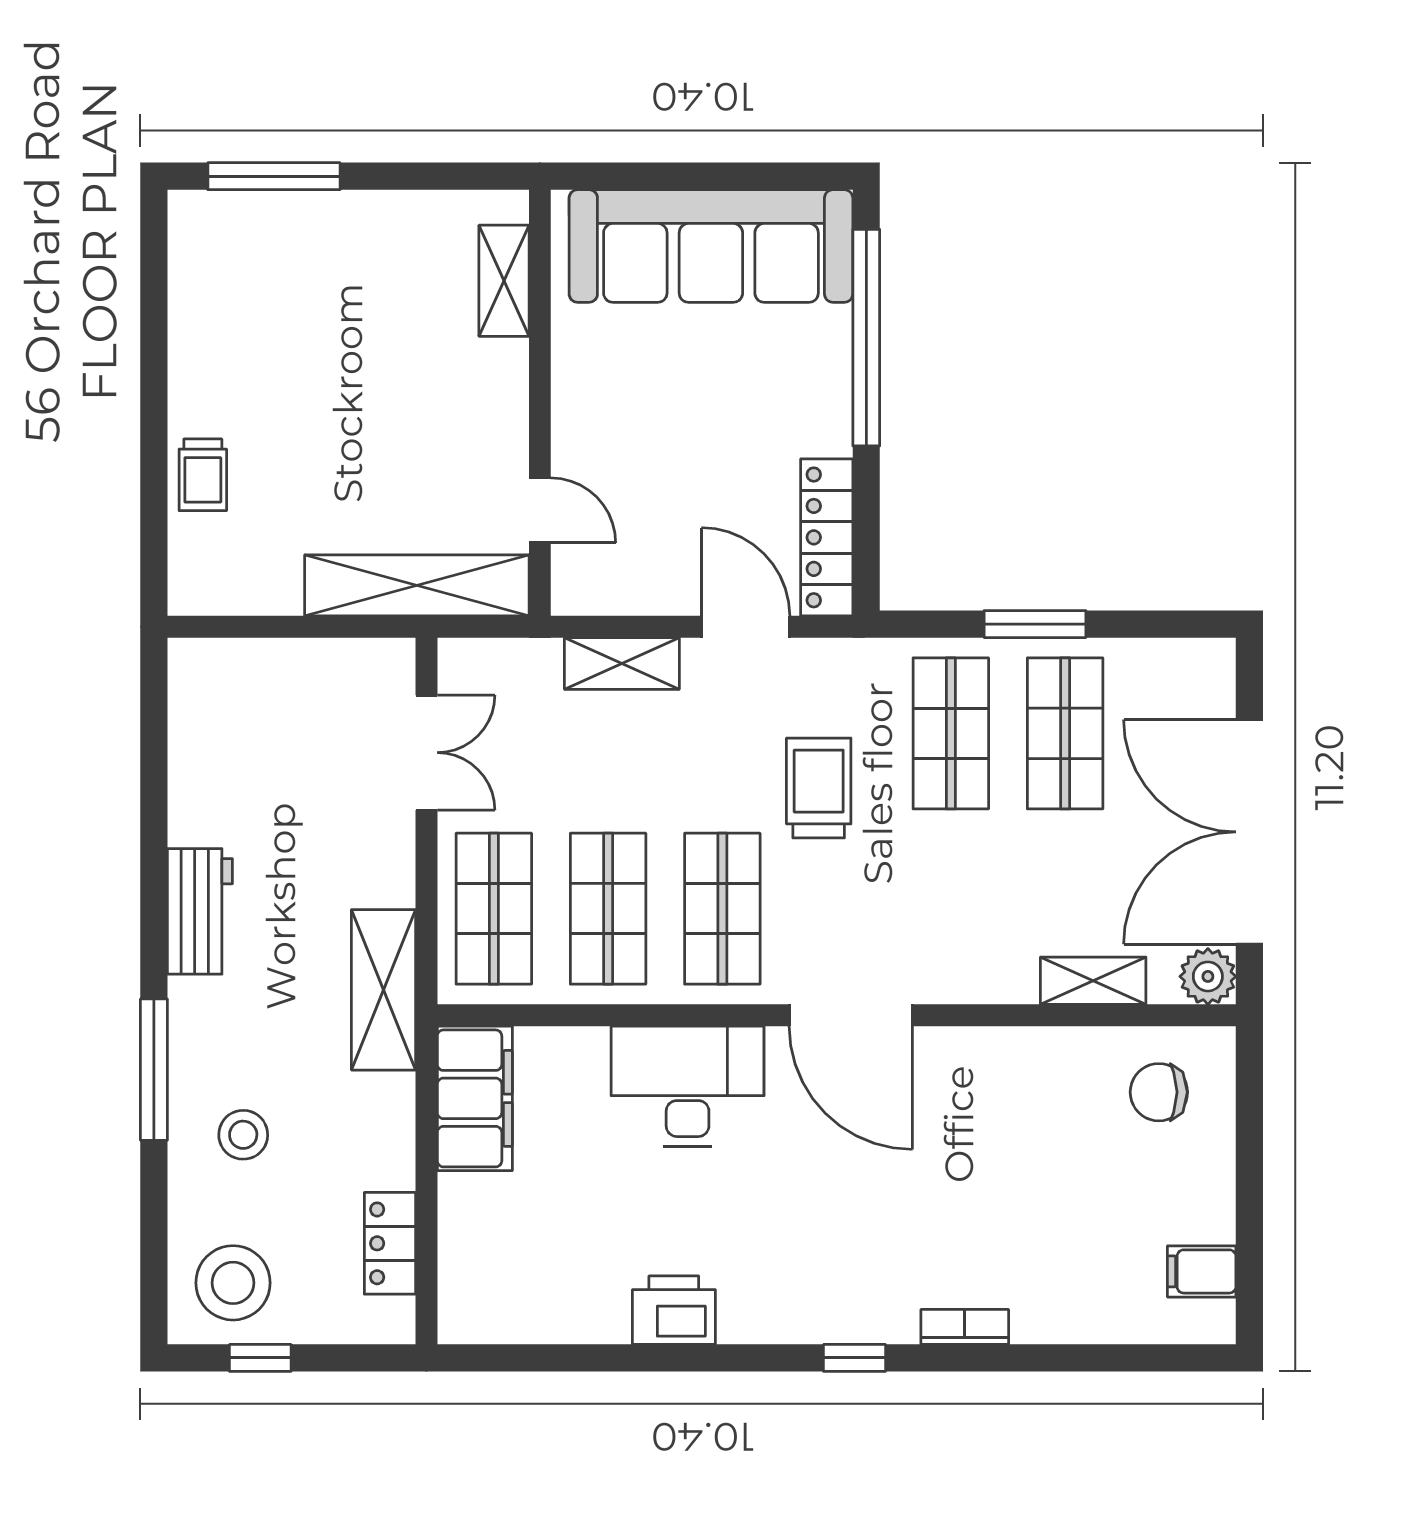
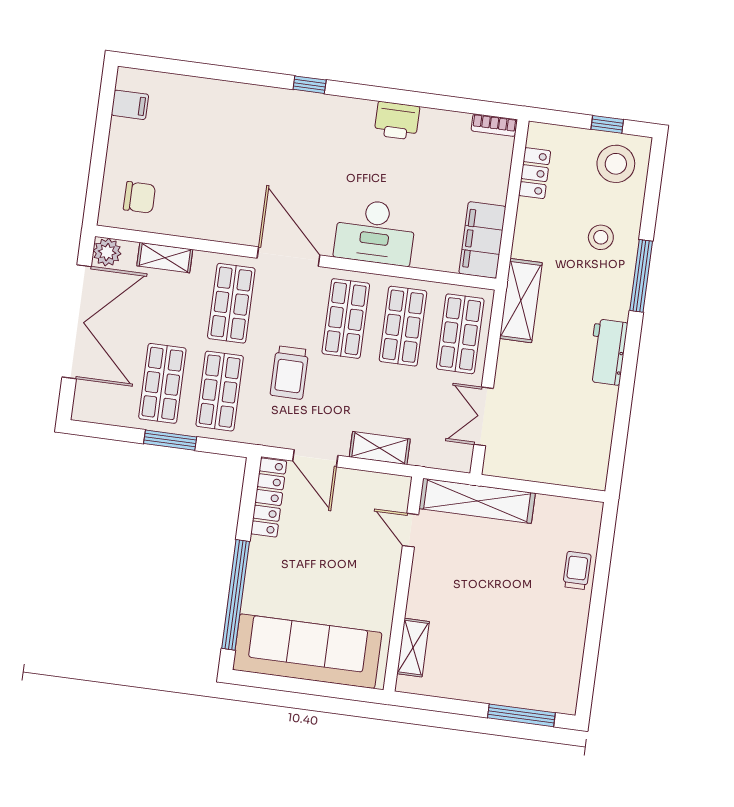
shop shelf: (951, 909) -> (231, 303), added
bookcase: (965, 1327) -> (494, 125), moved

